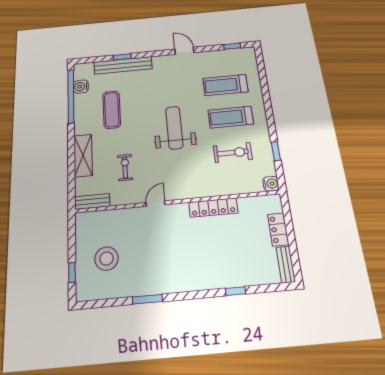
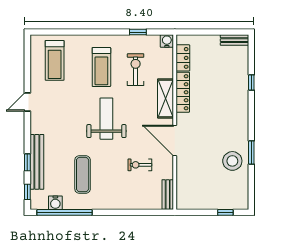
window: (232, 46) -> (27, 192), moved
treadmill: (225, 85) -> (55, 60), moved
exercise mat: (112, 110) -> (83, 175), turned 90
weight bench: (174, 128) -> (106, 119), turned 90
shelving: (83, 155) -> (166, 98), moved, turned 90
door: (155, 204) -> (175, 141), width x1.87
locker: (278, 229) -> (183, 58), moved, turned -90
stool: (107, 259) -> (232, 161), moved

